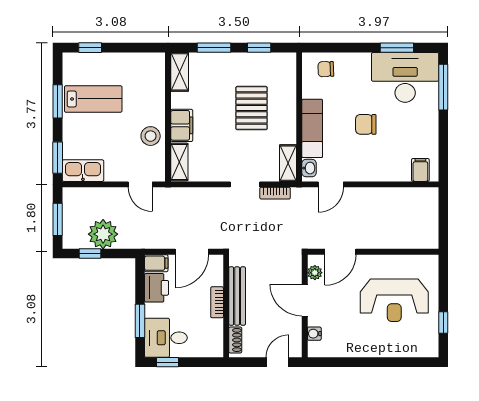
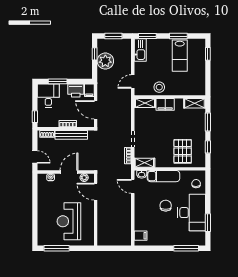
desk: (405, 77) -> (192, 213), moved
pallet: (252, 108) -> (183, 151), moved, turned 90
window: (443, 323) -> (57, 248), width x2.17
window: (168, 362) -> (35, 117), moved

